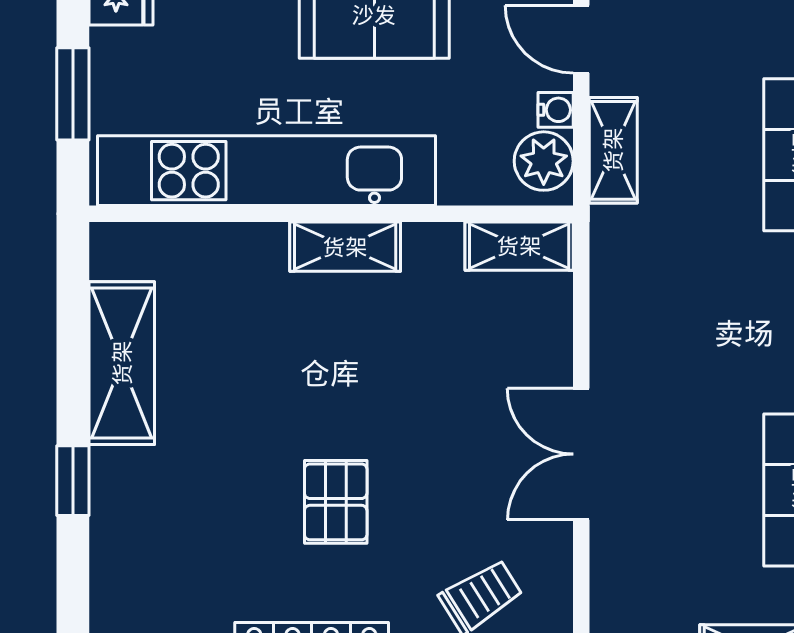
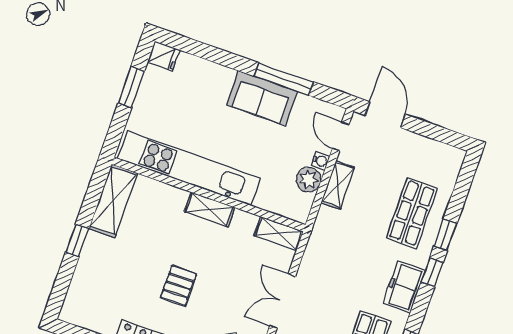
kitchen unit: (266, 171) -> (189, 168), moved
wall: (331, 214) -> (209, 194), moved
shelving: (519, 246) -> (279, 234), moved
shelving: (345, 247) -> (210, 209), moved

